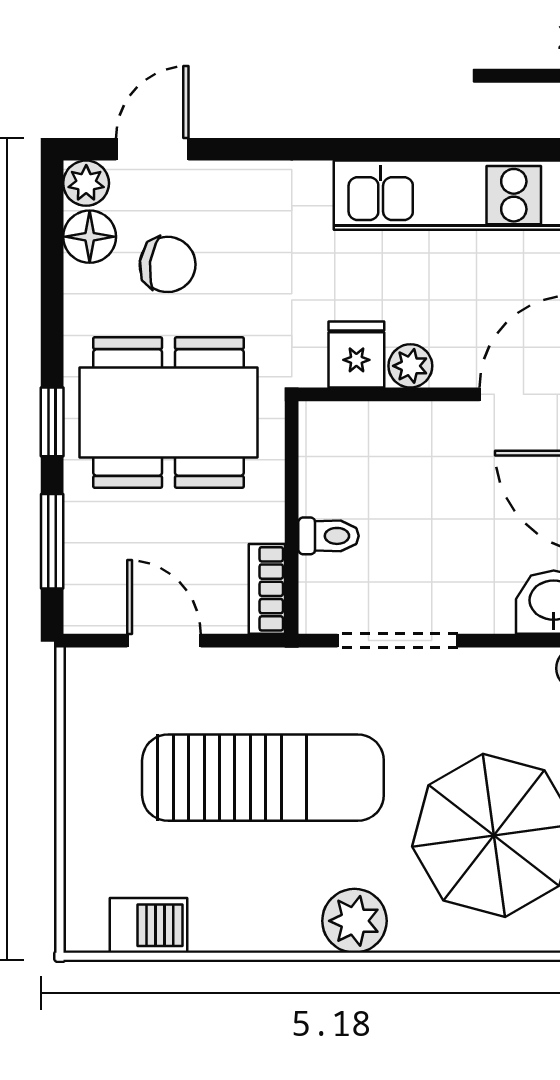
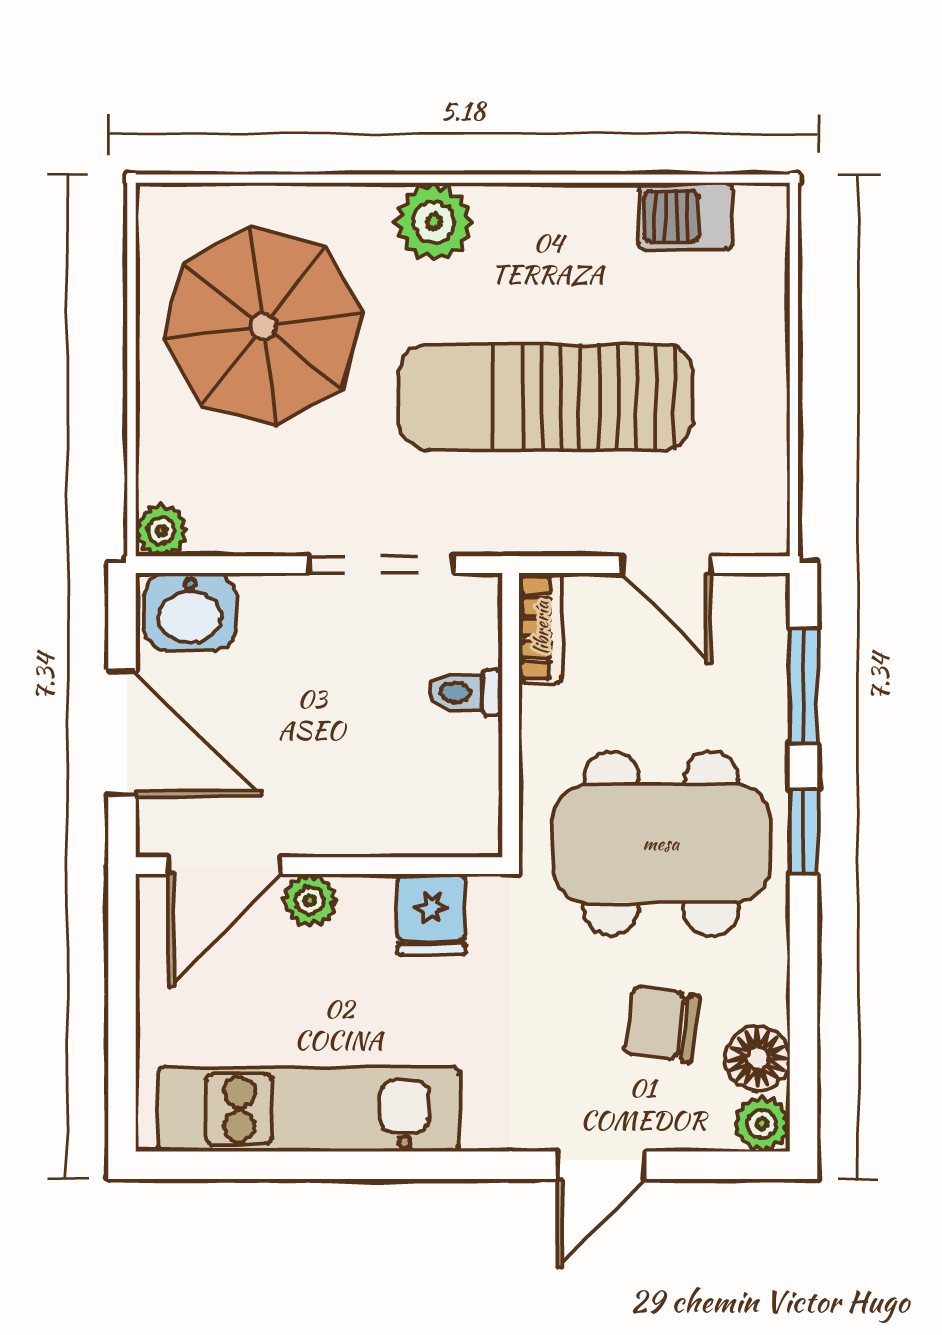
door: (152, 149) -> (601, 1165), moved
plant: (410, 366) -> (310, 900), moved

